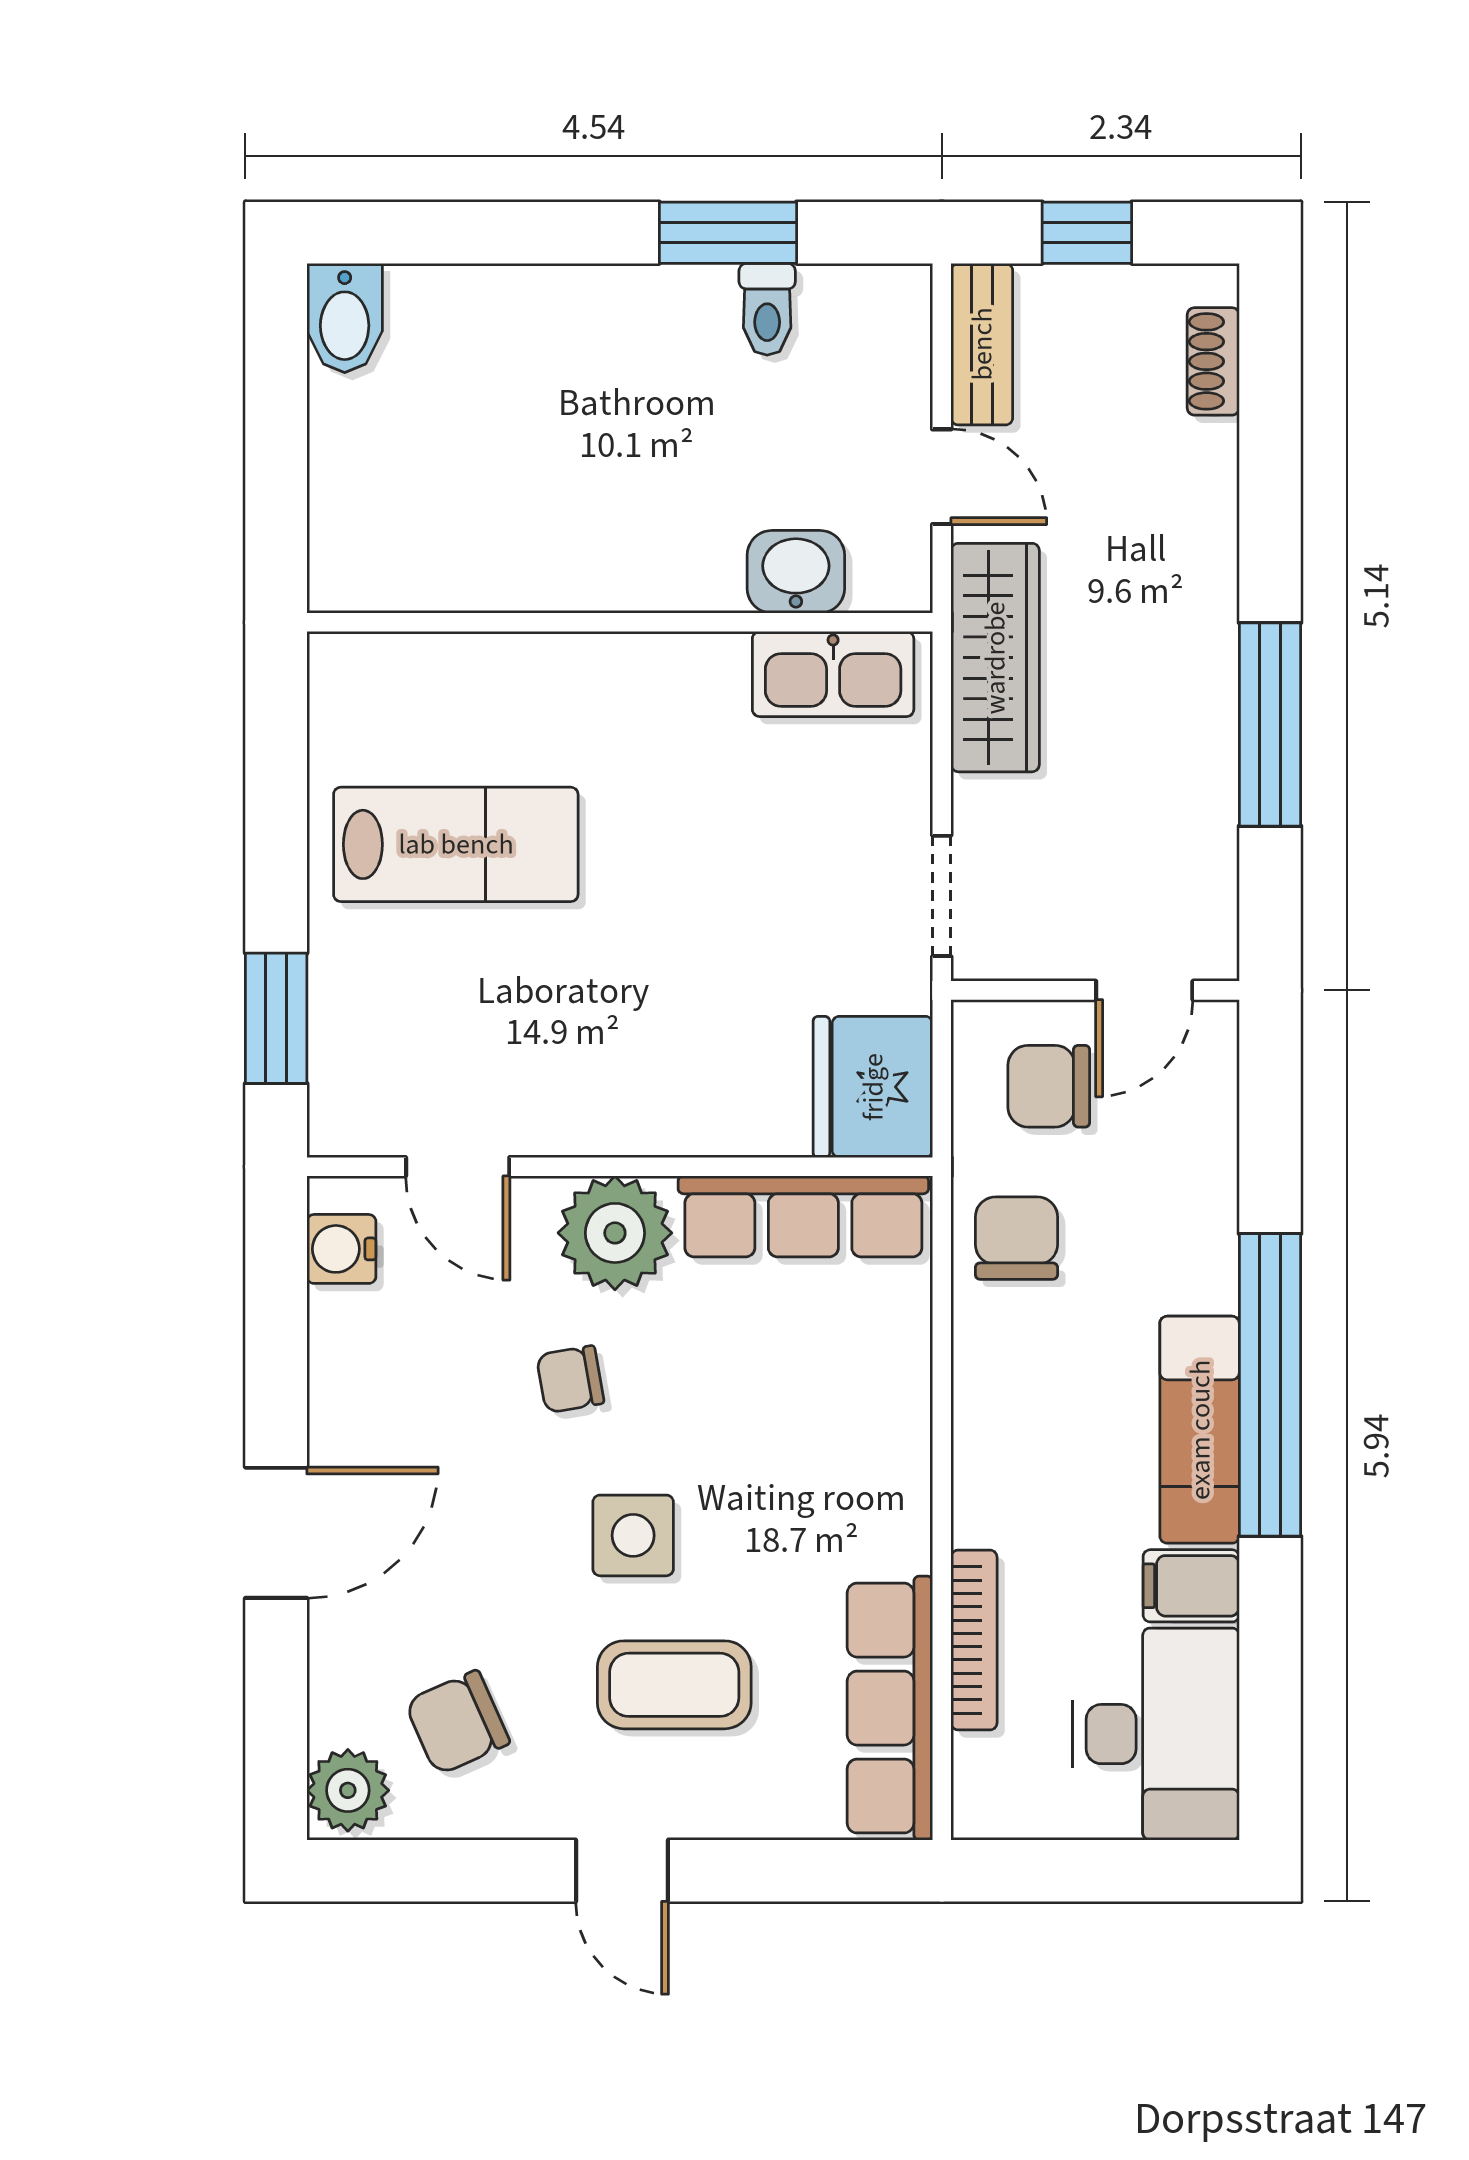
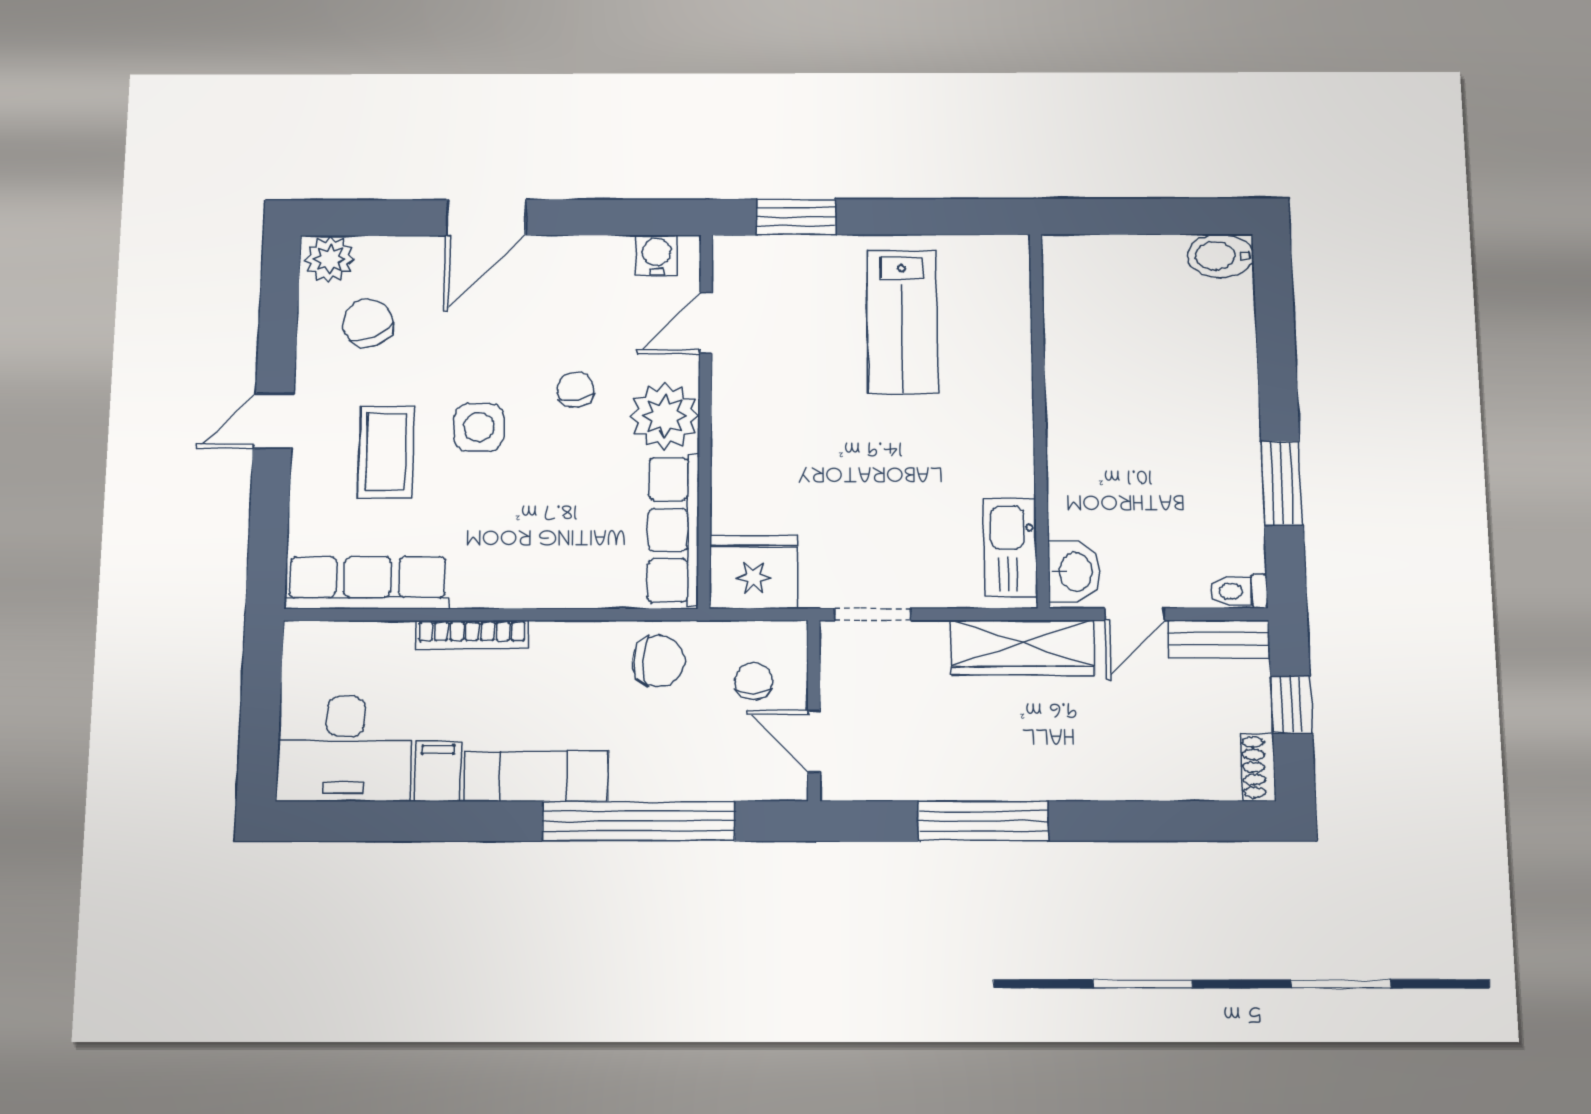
toilet: (767, 309) -> (1239, 591), moved
shoe rack: (1213, 361) -> (1258, 767), moved, turned -90
washbasin: (796, 572) -> (1074, 572), moved
chair: (1049, 1086) -> (754, 681), width x0.73, depth x0.73
window: (1270, 1385) -> (639, 821), moved
door: (276, 1533) -> (486, 218), hinge flipped
bookcase: (974, 1640) -> (472, 635), moved

